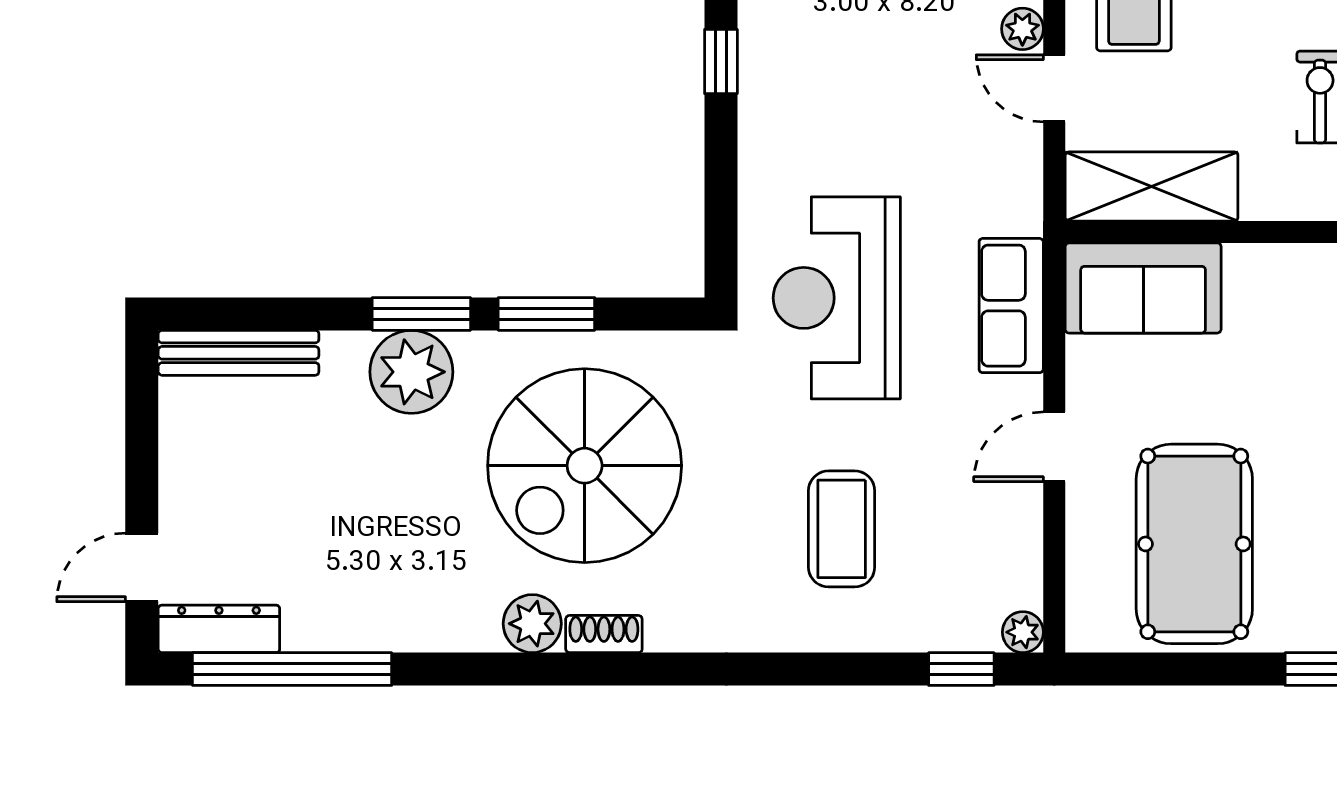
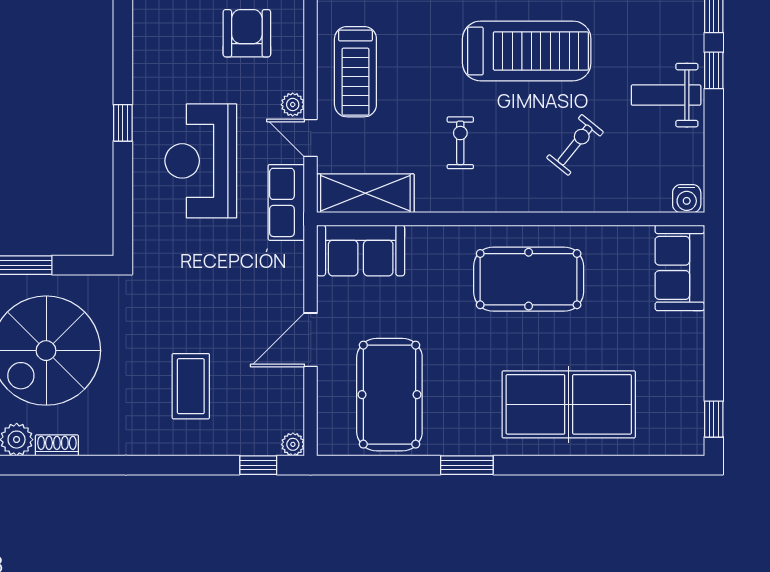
reception desk: (837, 298) -> (201, 161), moved
row of seats: (1011, 306) -> (286, 202), moved
door: (1054, 447) -> (311, 340), width x1.38

